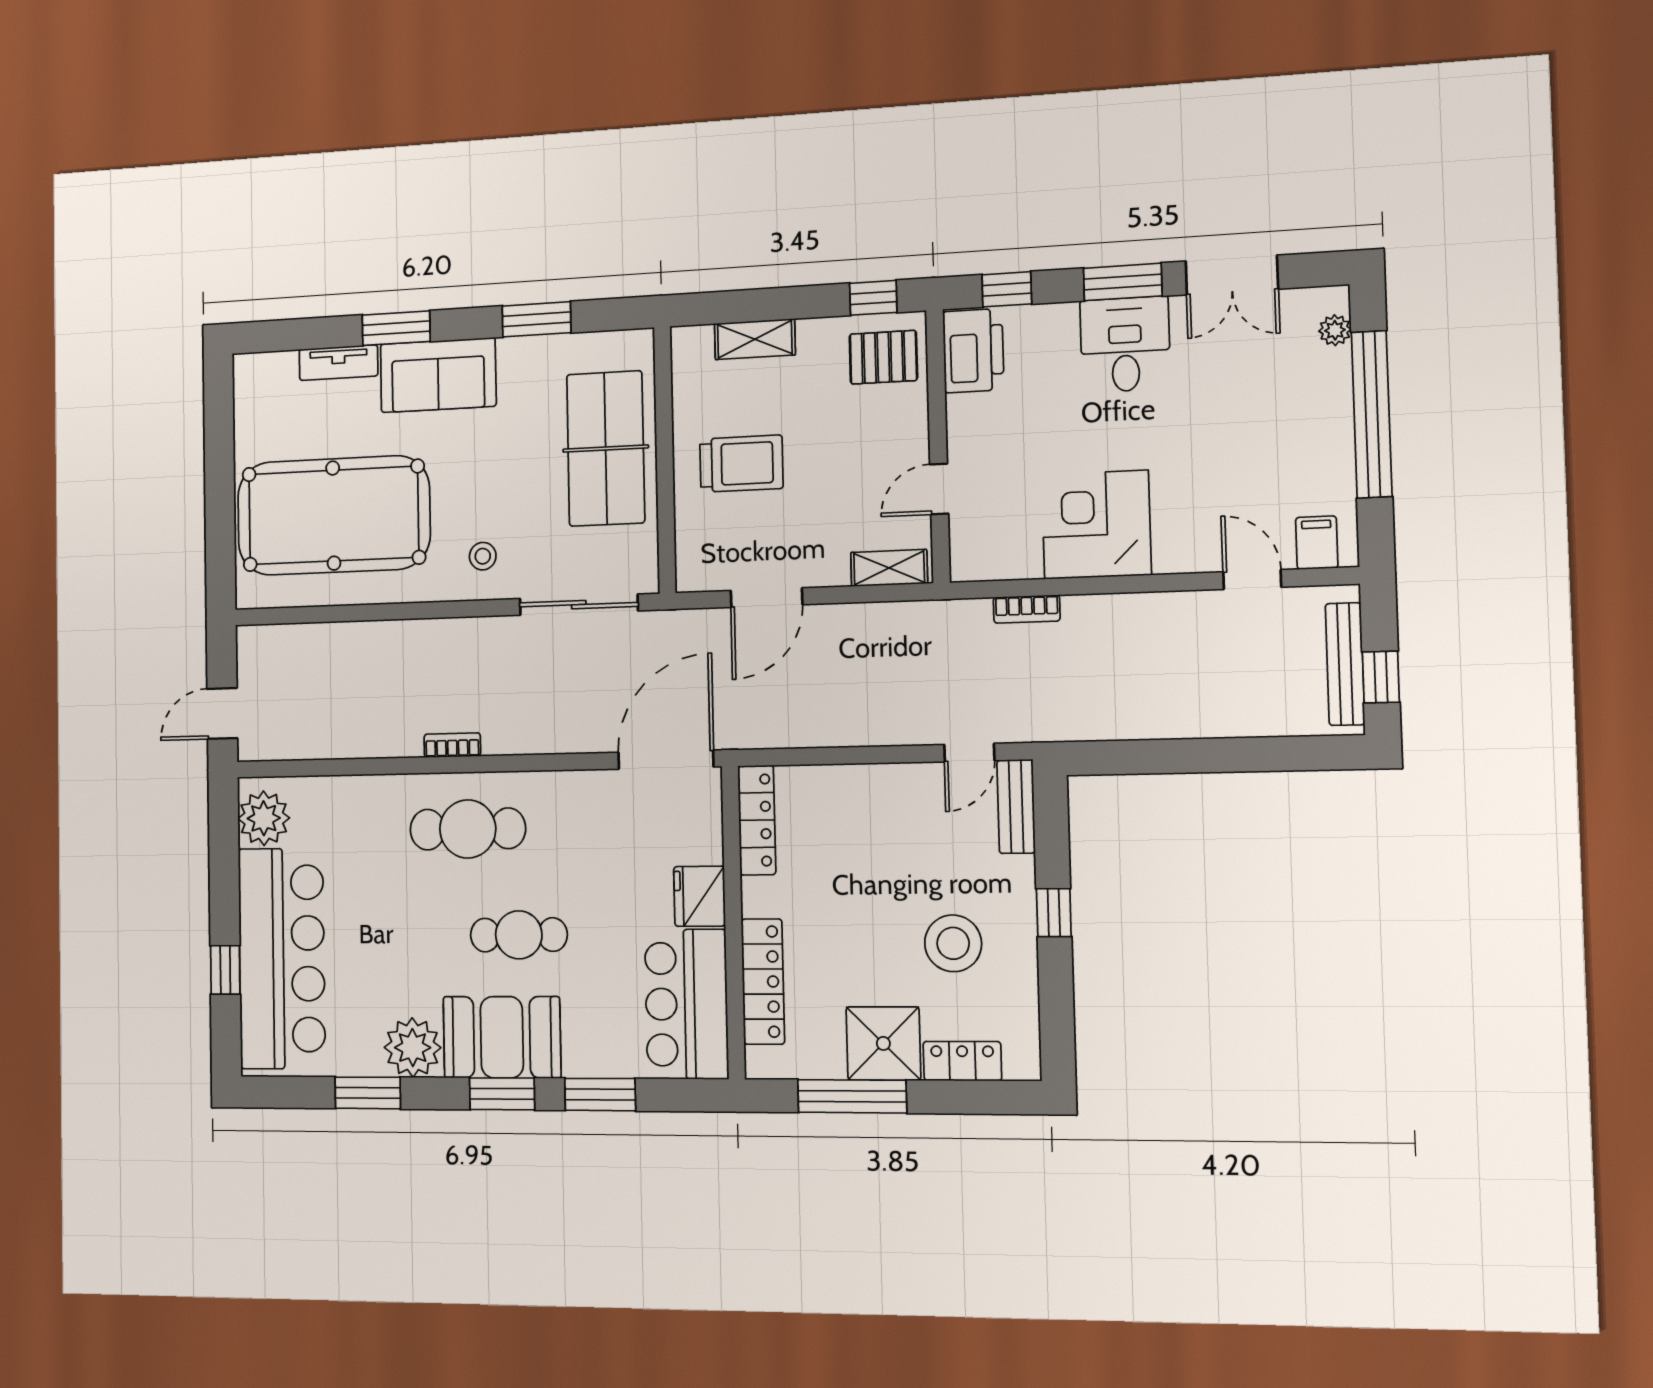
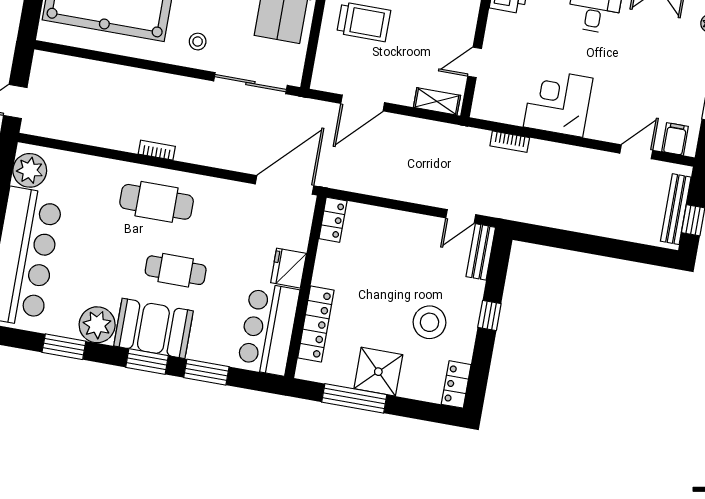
door: (1252, 579) -> (636, 152), hinge flipped
locker: (757, 820) -> (333, 220), width x0.66
locker: (962, 1061) -> (456, 384), moved, turned -90

